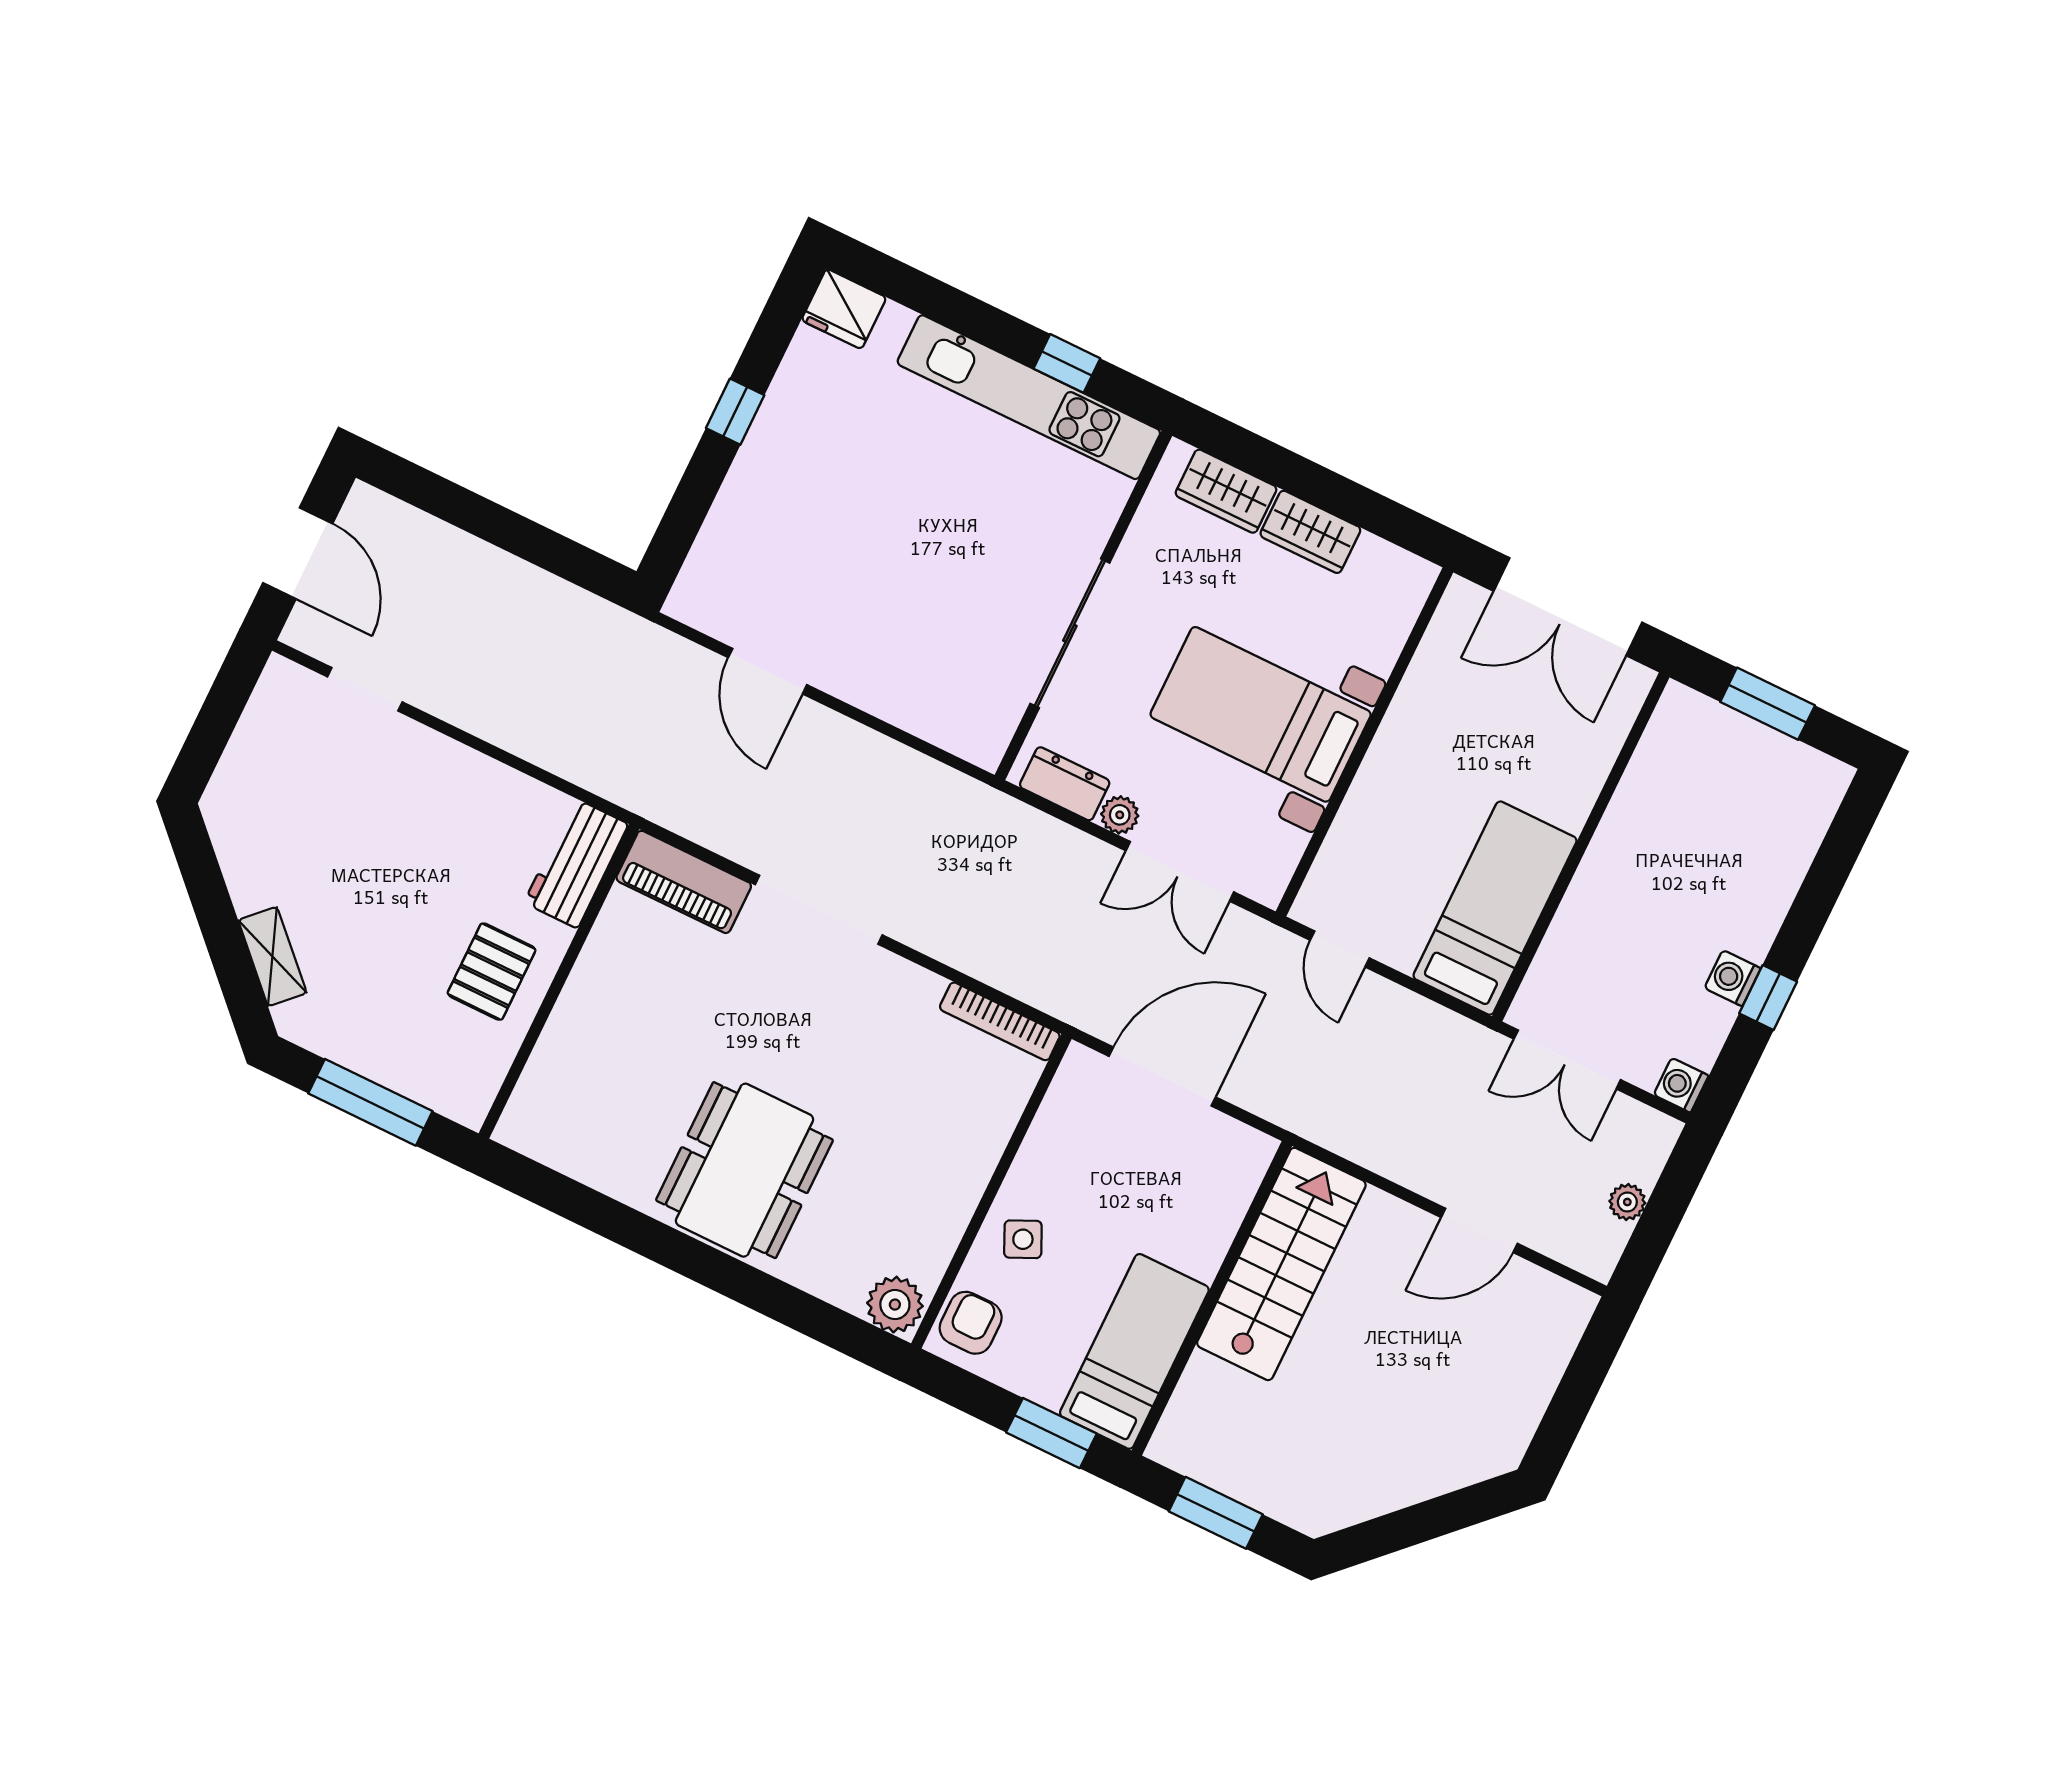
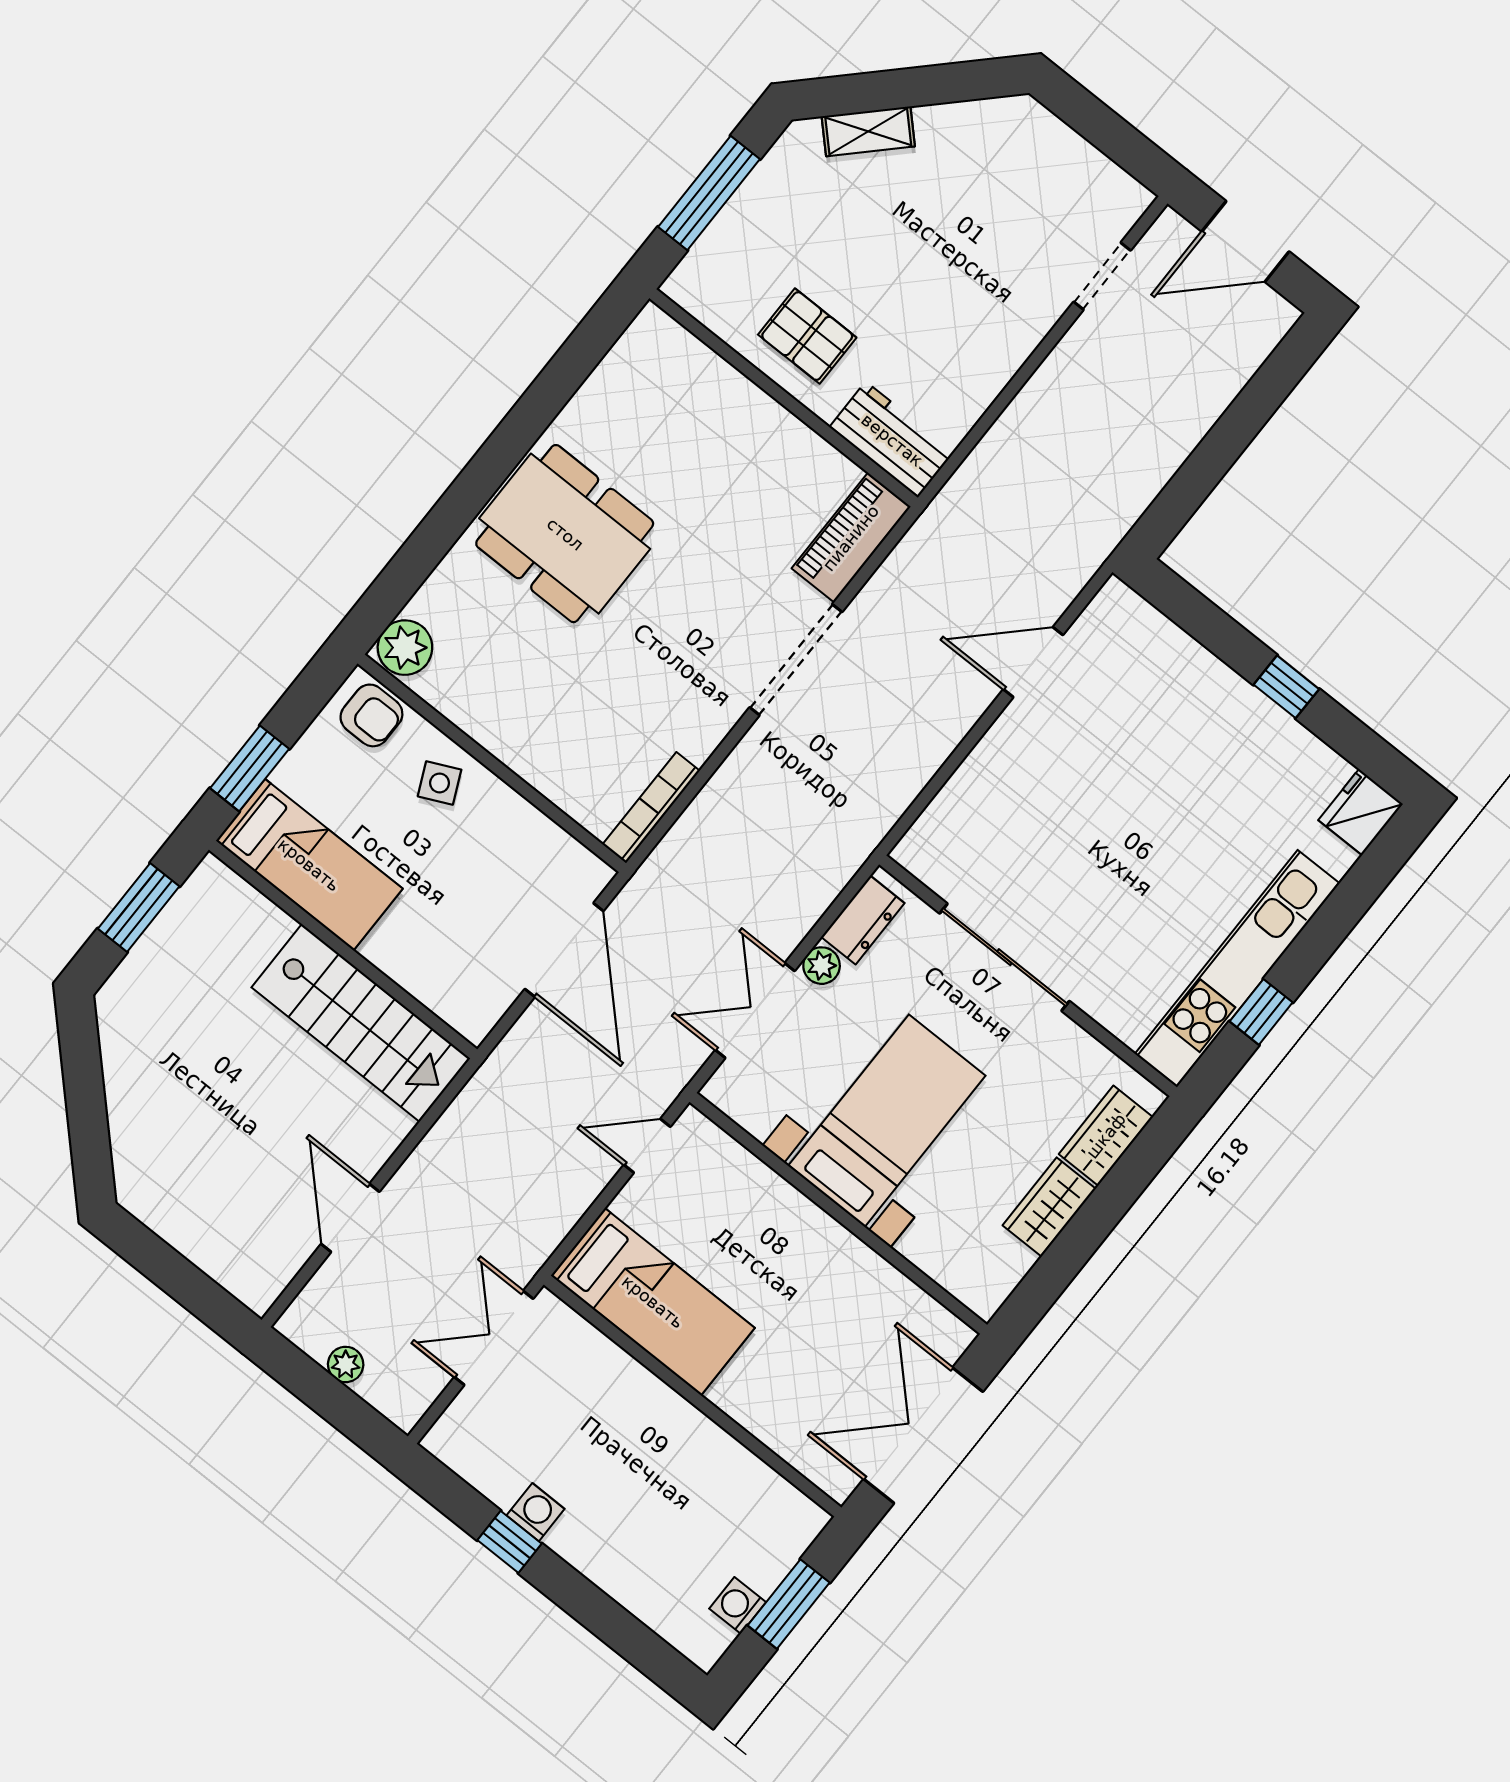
washing machine: (1681, 1085) -> (738, 1605), moved, turned -90

